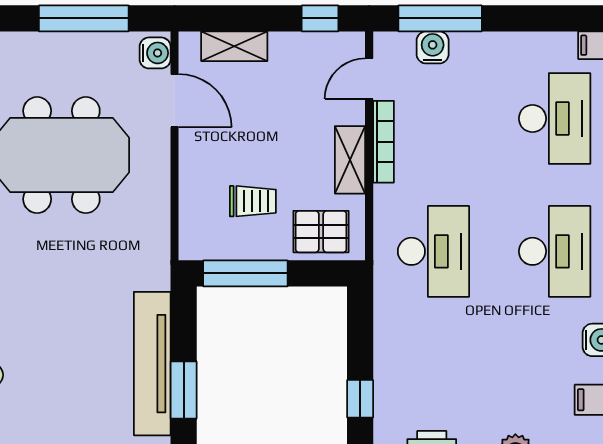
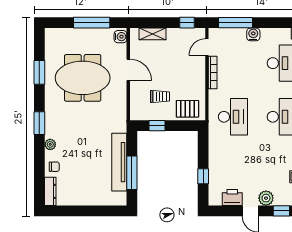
water cooler: (433, 47) -> (253, 34), moved
door: (174, 101) -> (128, 70), moved
shelving: (350, 160) -> (199, 80), removed
window: (245, 273) -> (157, 126), width x0.46
window: (184, 390) -> (132, 173), width x1.44

